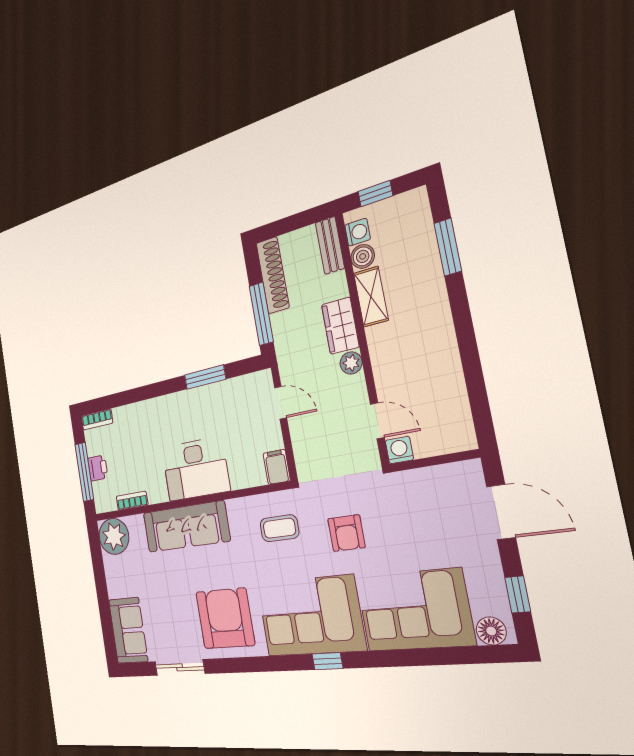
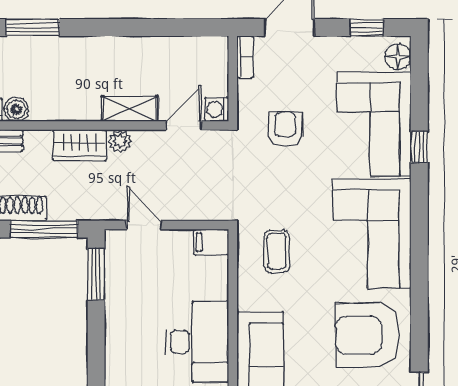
shelving: (371, 297) -> (130, 109), moved
window: (205, 377) -> (96, 274), moved
door: (281, 403) -> (144, 225), hinge flipped
bookcase: (459, 470) -> (245, 57), added
armchair: (346, 533) -> (285, 129), moved, turned -90
window: (327, 661) -> (419, 147), moved

